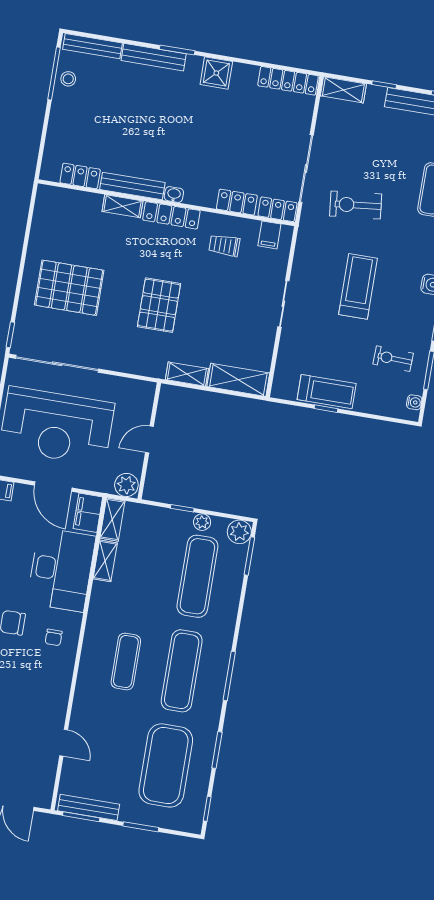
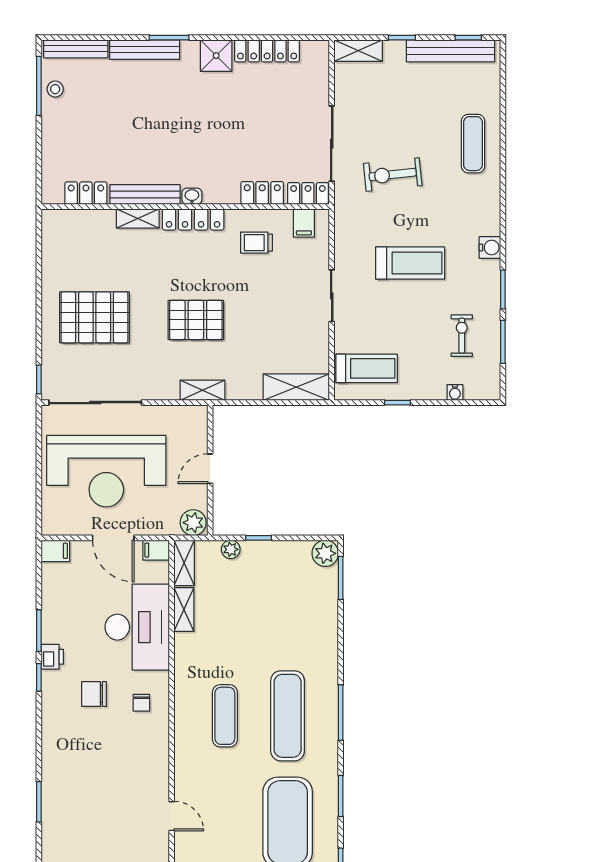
locker: (288, 81) -> (267, 51), moved
treadmill: (358, 286) -> (410, 263), turned 90
pallet: (159, 305) -> (196, 320), turned 90
exercise bike: (393, 359) -> (462, 336), turned 88
shelving: (187, 374) -> (202, 390), moved
treadmill: (327, 392) -> (367, 368), moved
water cooler: (414, 402) -> (455, 392), moved, turned 90
filing cabinet: (88, 513) -> (156, 550), width x0.50
plant: (202, 522) -> (231, 549), moved
exercise mat: (197, 576) -> (288, 609), removed

